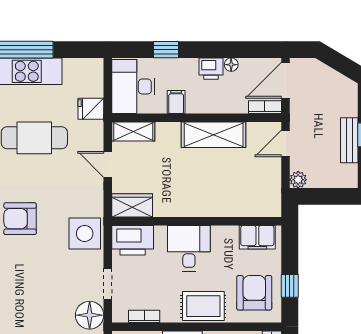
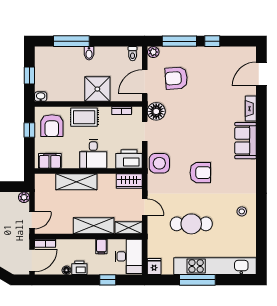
fridge: (91, 109) -> (154, 266), moved, turned -90
shelving: (214, 135) -> (94, 226), moved
shelving: (216, 204) -> (76, 182), added

